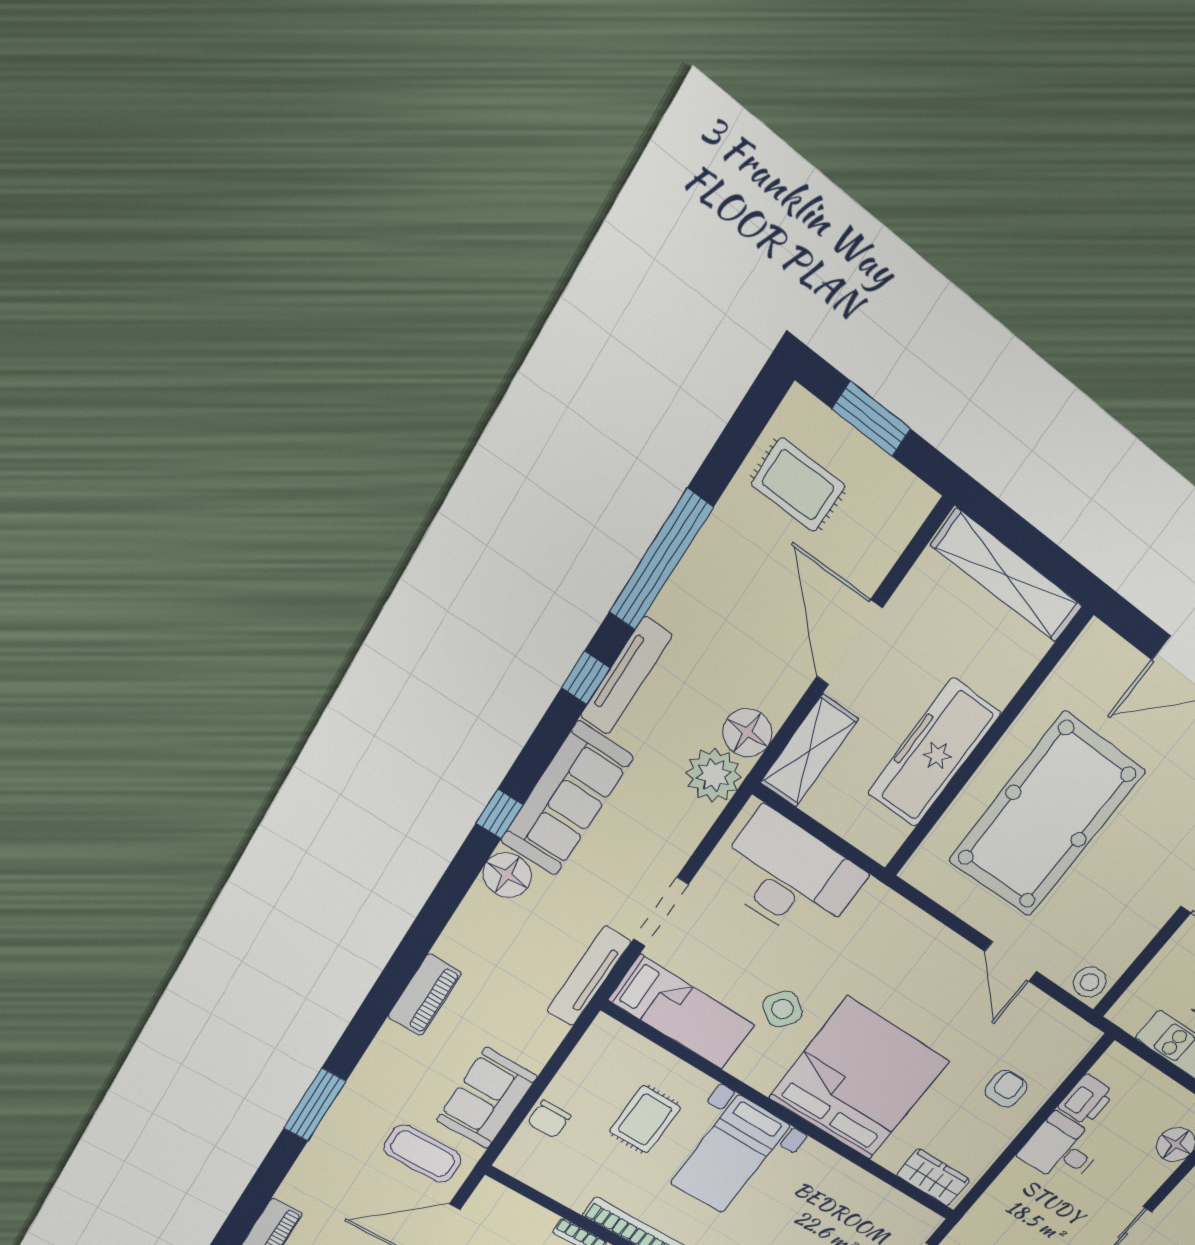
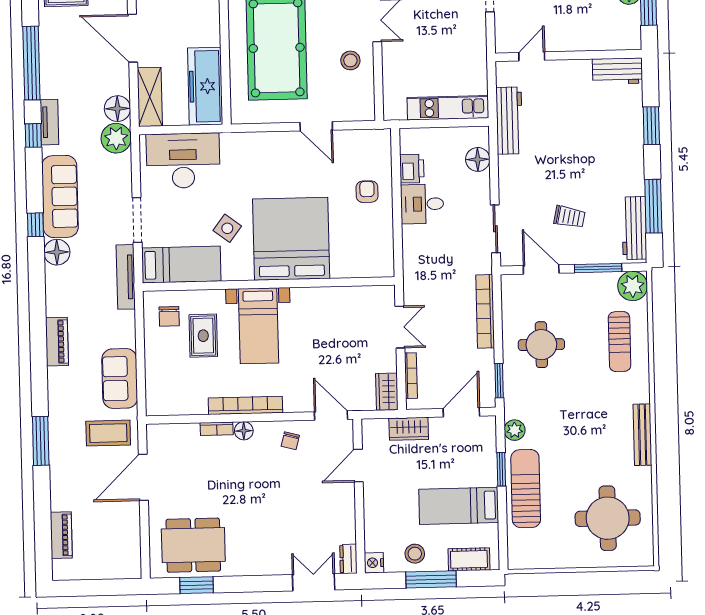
tv unit: (626, 676) -> (49, 122), width x0.71
freezer: (934, 753) -> (205, 86), moved
stool: (1090, 982) -> (350, 60), moved
chair: (549, 1119) -> (169, 316), moved
wardrobe: (933, 1177) -> (370, 266), removed

